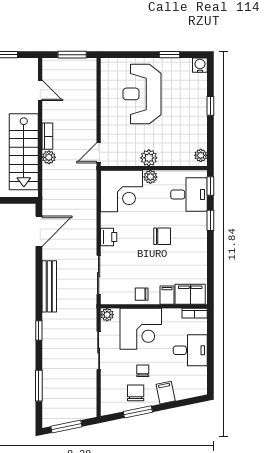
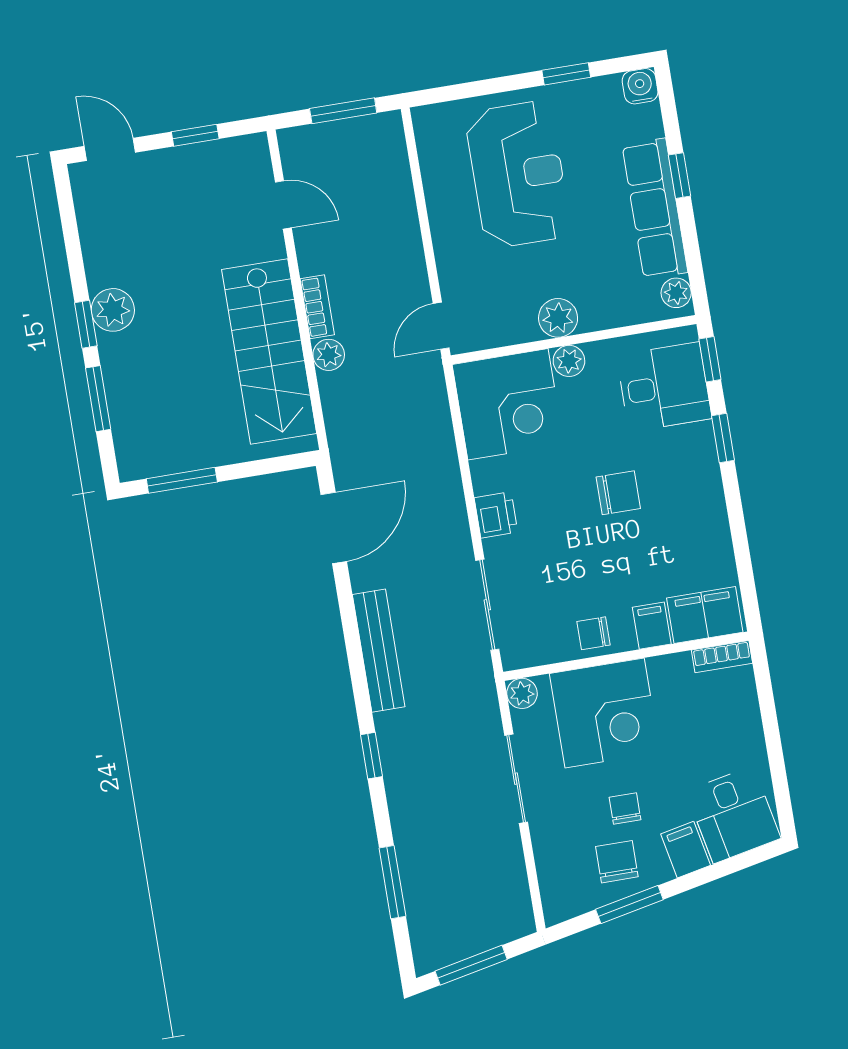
reception desk: (142, 94) -> (518, 174), turned 180
row of seats: (198, 118) -> (655, 209), added
desk: (190, 350) -> (733, 815), moved, turned 78

